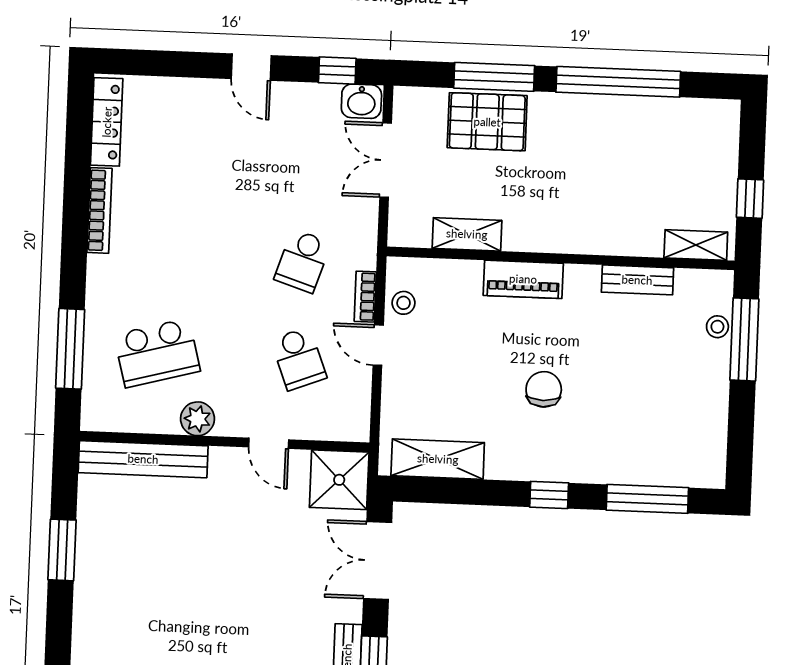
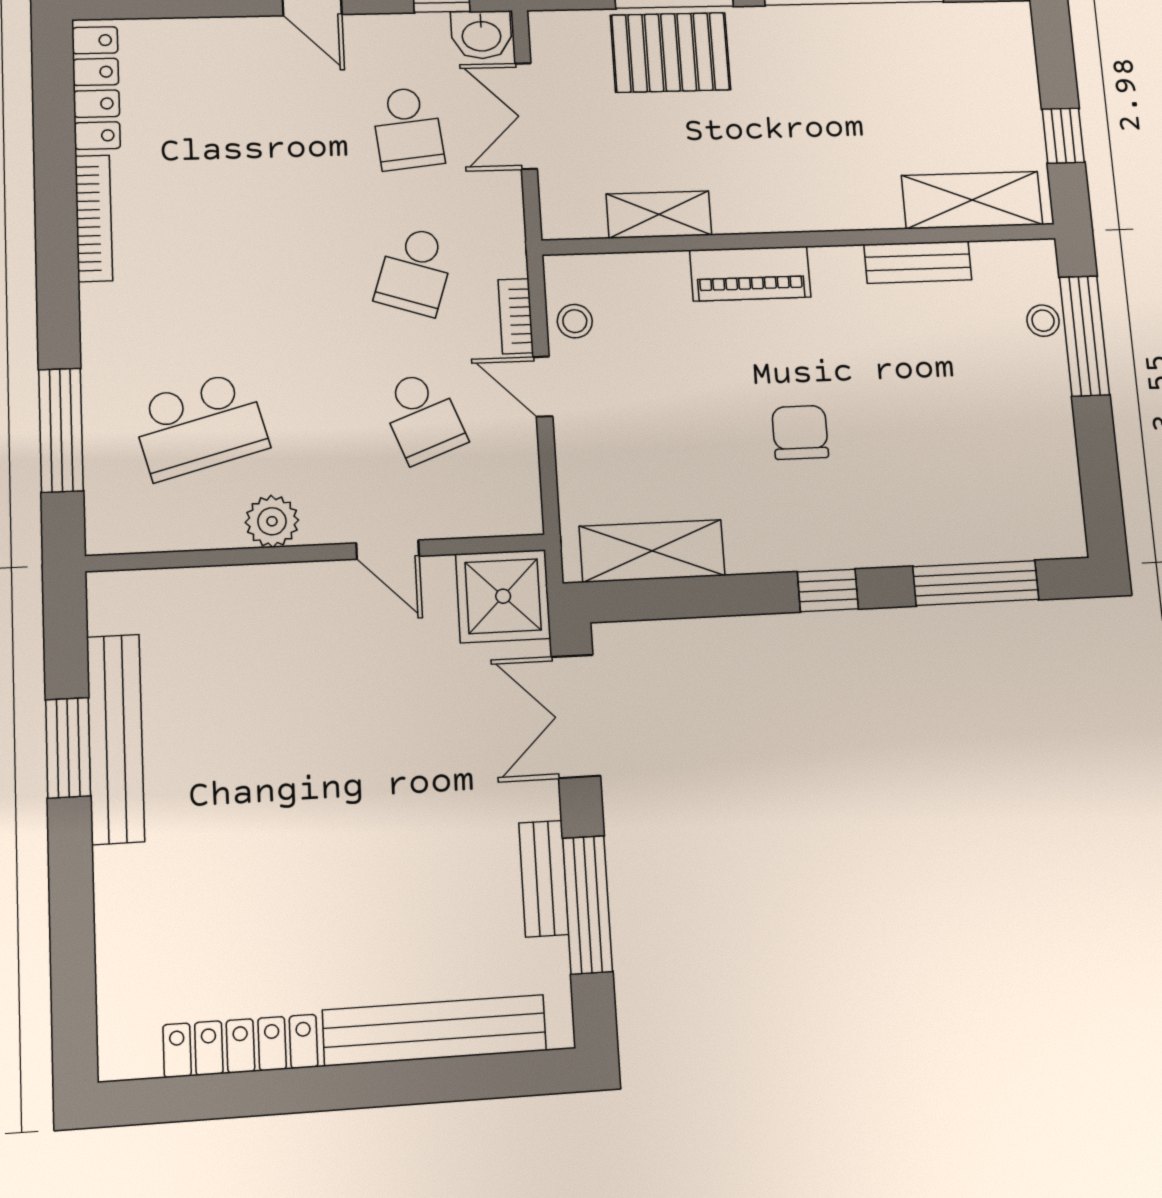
school desk: (307, 163) -> (408, 128), added
shelving: (696, 245) -> (972, 200), width x1.50, depth x1.33
bench: (143, 459) -> (115, 739), moved, turned 90

